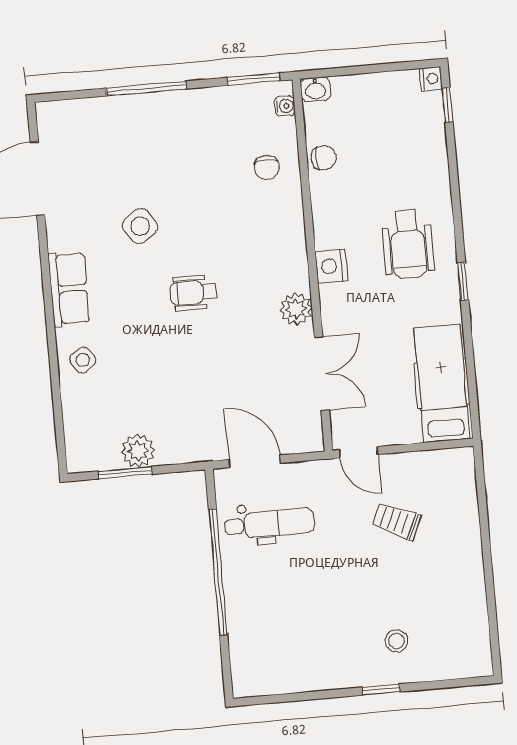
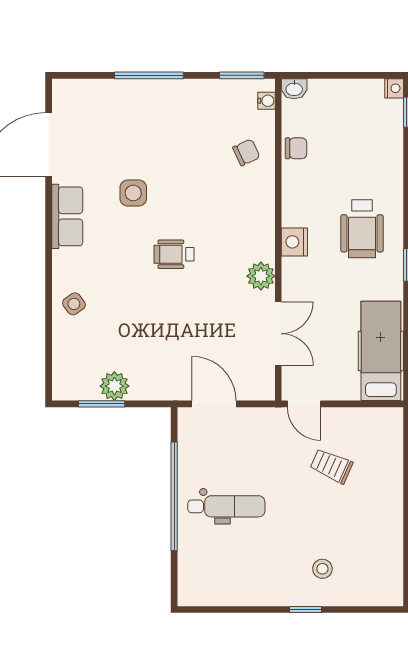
chair: (267, 168) -> (246, 152), turned -115
side table: (140, 226) -> (133, 193), turned 35
row of seats: (69, 289) -> (67, 216), moved
dental chair: (270, 524) -> (226, 506), moved

